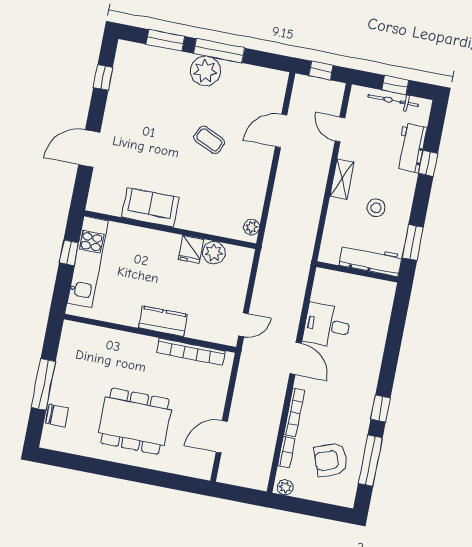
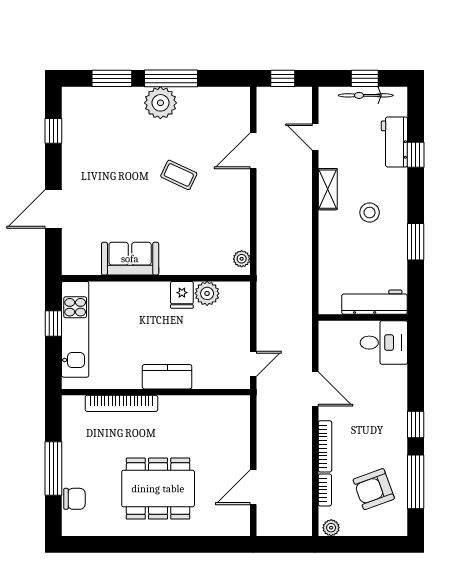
workbench: (370, 260) -> (374, 302), moved
wall: (357, 272) -> (363, 318), moved
desk: (327, 325) -> (384, 343), moved, turned 180
bookcase: (191, 352) -> (121, 403), moved

